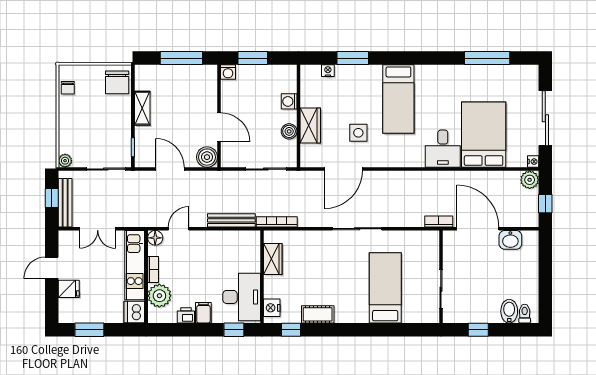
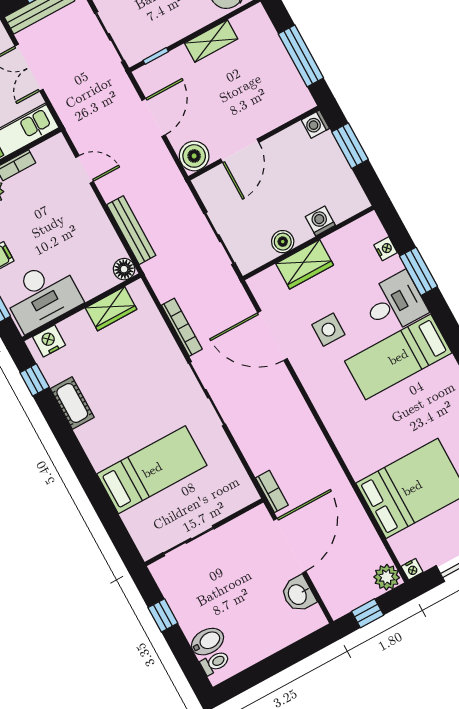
desk: (443, 149) -> (395, 303), moved, turned 180
bookcase: (277, 222) -> (182, 327), moved
floor lamp: (155, 238) -> (124, 269), moved

